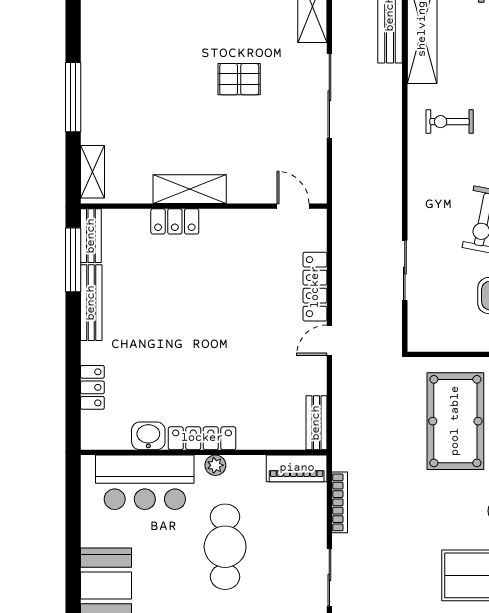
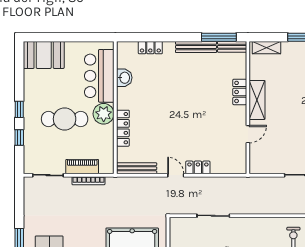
door: (293, 206) -> (248, 134), moved
locker: (315, 287) -> (198, 167), width x0.66
bench: (316, 423) -> (137, 168), width x1.36
locker: (202, 438) -> (123, 128), moved
plant: (215, 465) -> (104, 114), width x1.88, depth x1.88
piano: (297, 468) -> (82, 167), moved, turned 90

